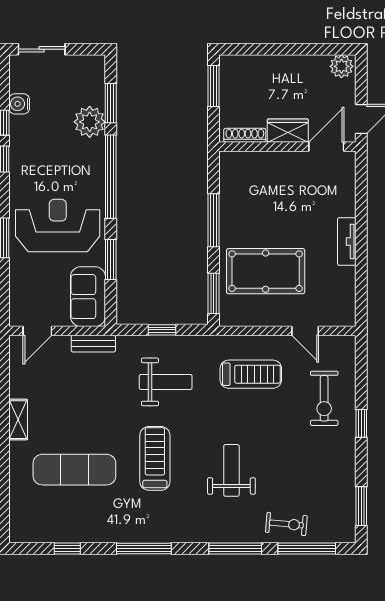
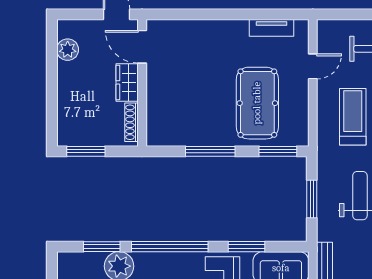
plant: (341, 66) -> (68, 50), moved
tv unit: (347, 241) -> (271, 28), moved
window: (162, 330) -> (312, 199), width x1.50

